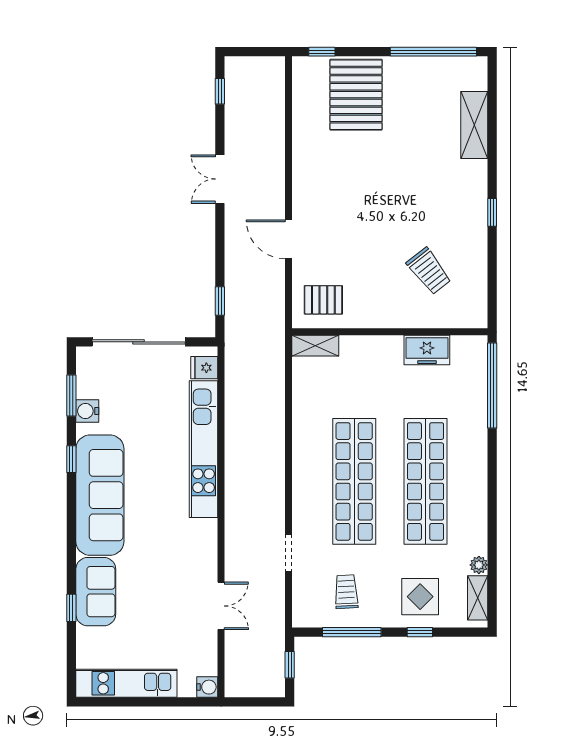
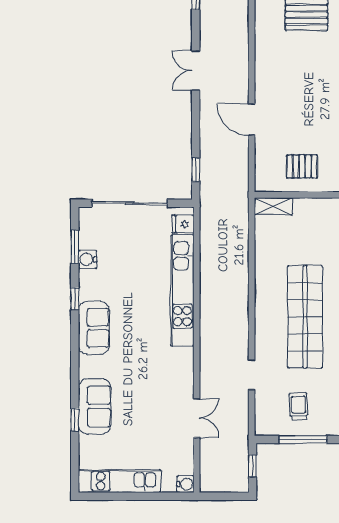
pallet: (323, 300) -> (302, 166), moved
sofa: (100, 495) -> (94, 328), width x0.54, depth x0.79

